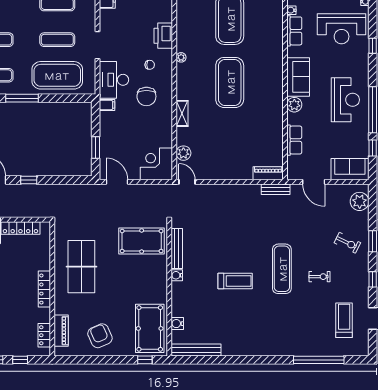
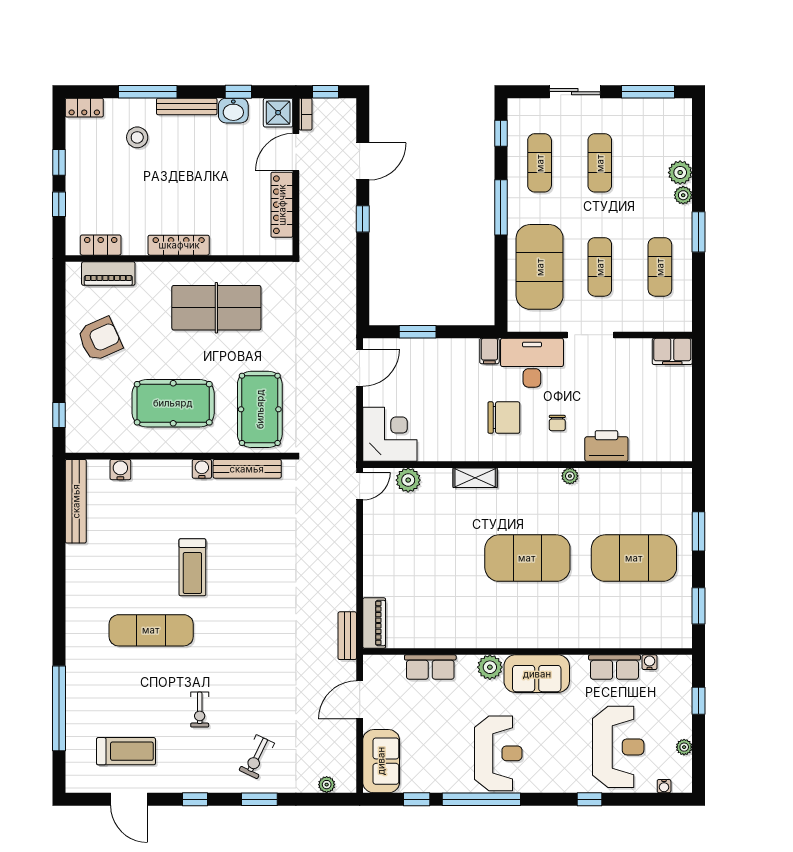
reception desk: (342, 29) -> (618, 747), turned 180
chair: (146, 96) -> (504, 418), turned 180
reception desk: (345, 100) -> (498, 753), turned -90
plant: (360, 201) -> (327, 785), width x0.53, depth x0.53
exercise mat: (282, 269) -> (151, 630), moved
pool table: (150, 328) -> (173, 403), moved

